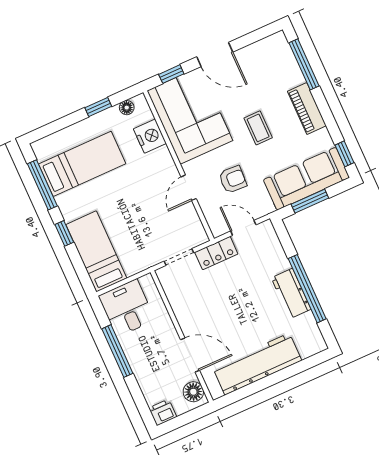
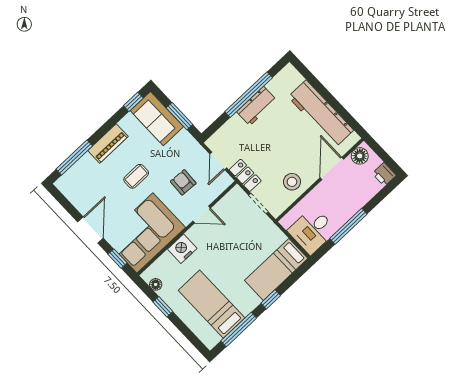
nightstand: (150, 136) -> (182, 249), moved
sofa: (306, 179) -> (157, 119), width x0.73
stool: (190, 304) -> (292, 182), added

